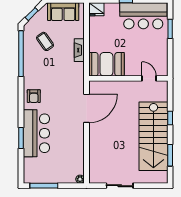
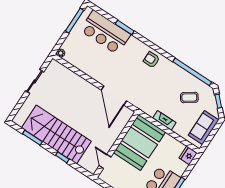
booth: (106, 64) -> (139, 142), width x1.36, depth x1.42
door: (149, 78) -> (105, 161), swing flipped
bar counter: (36, 133) -> (105, 32), moved

